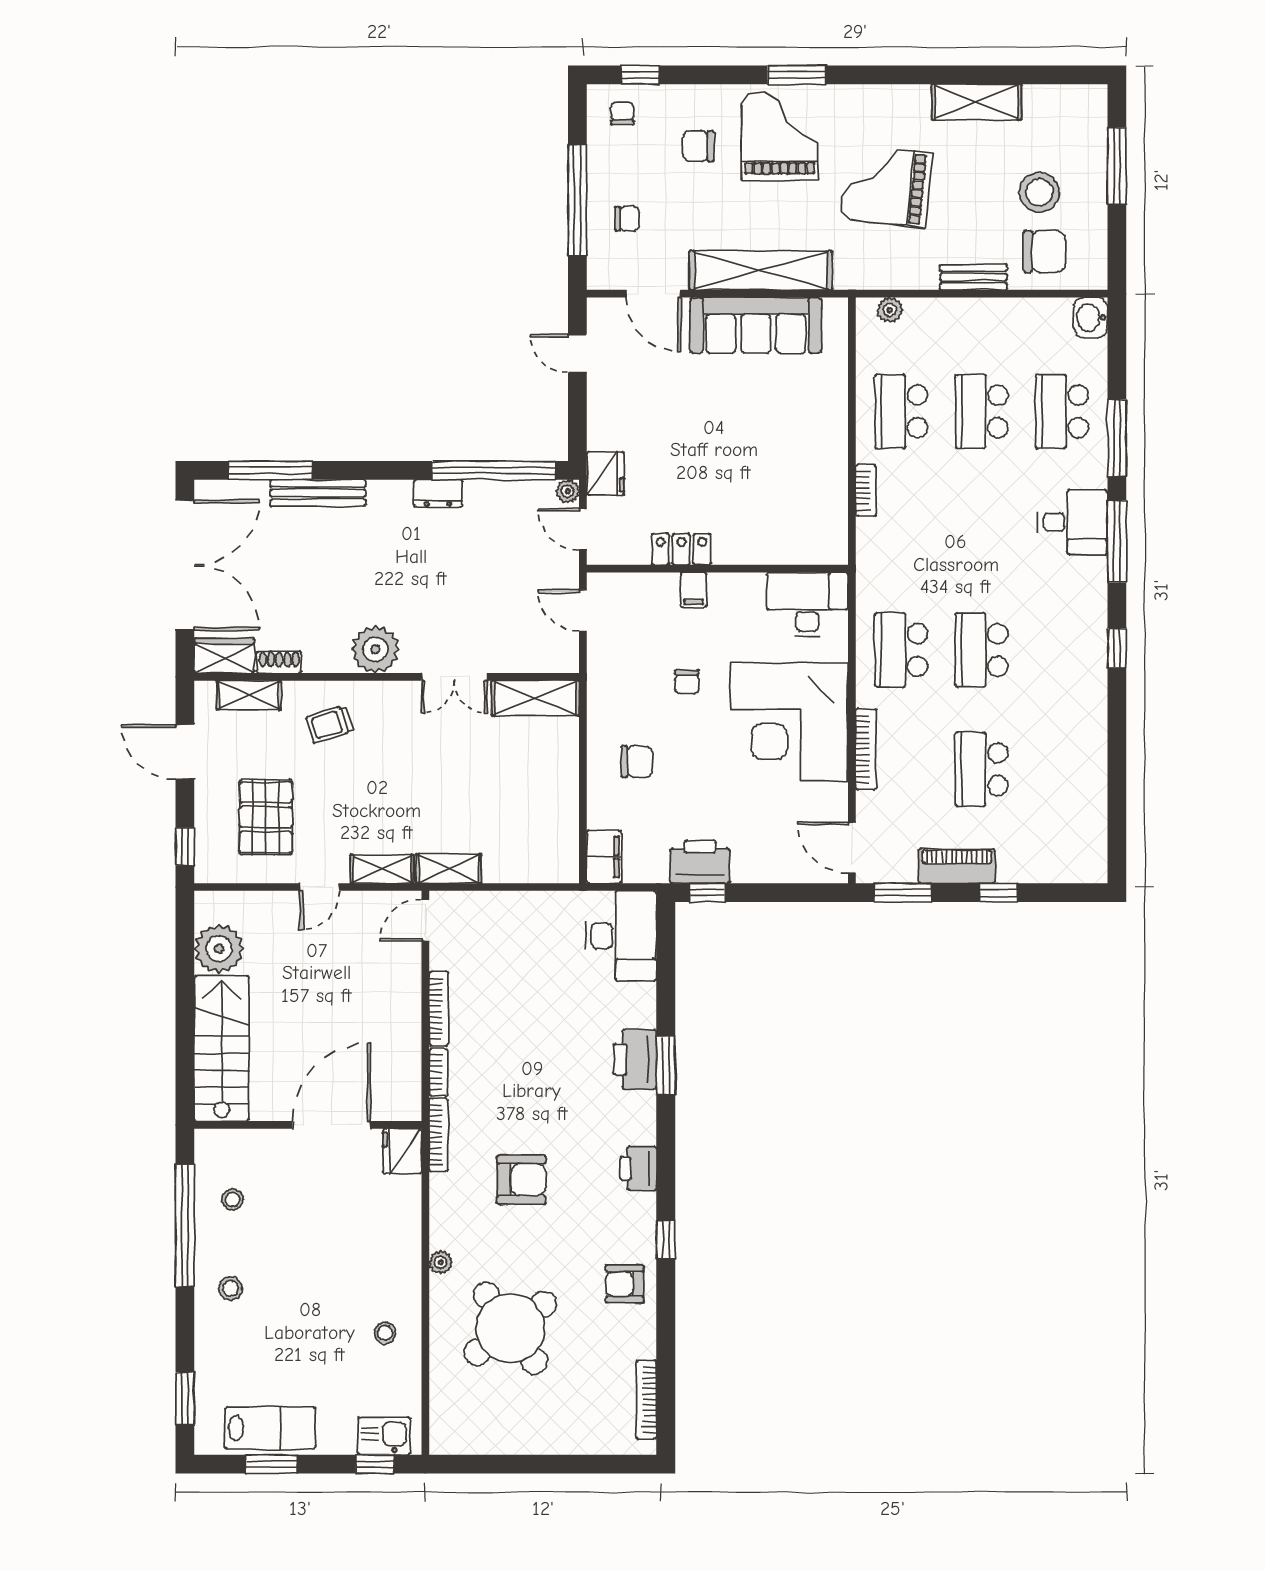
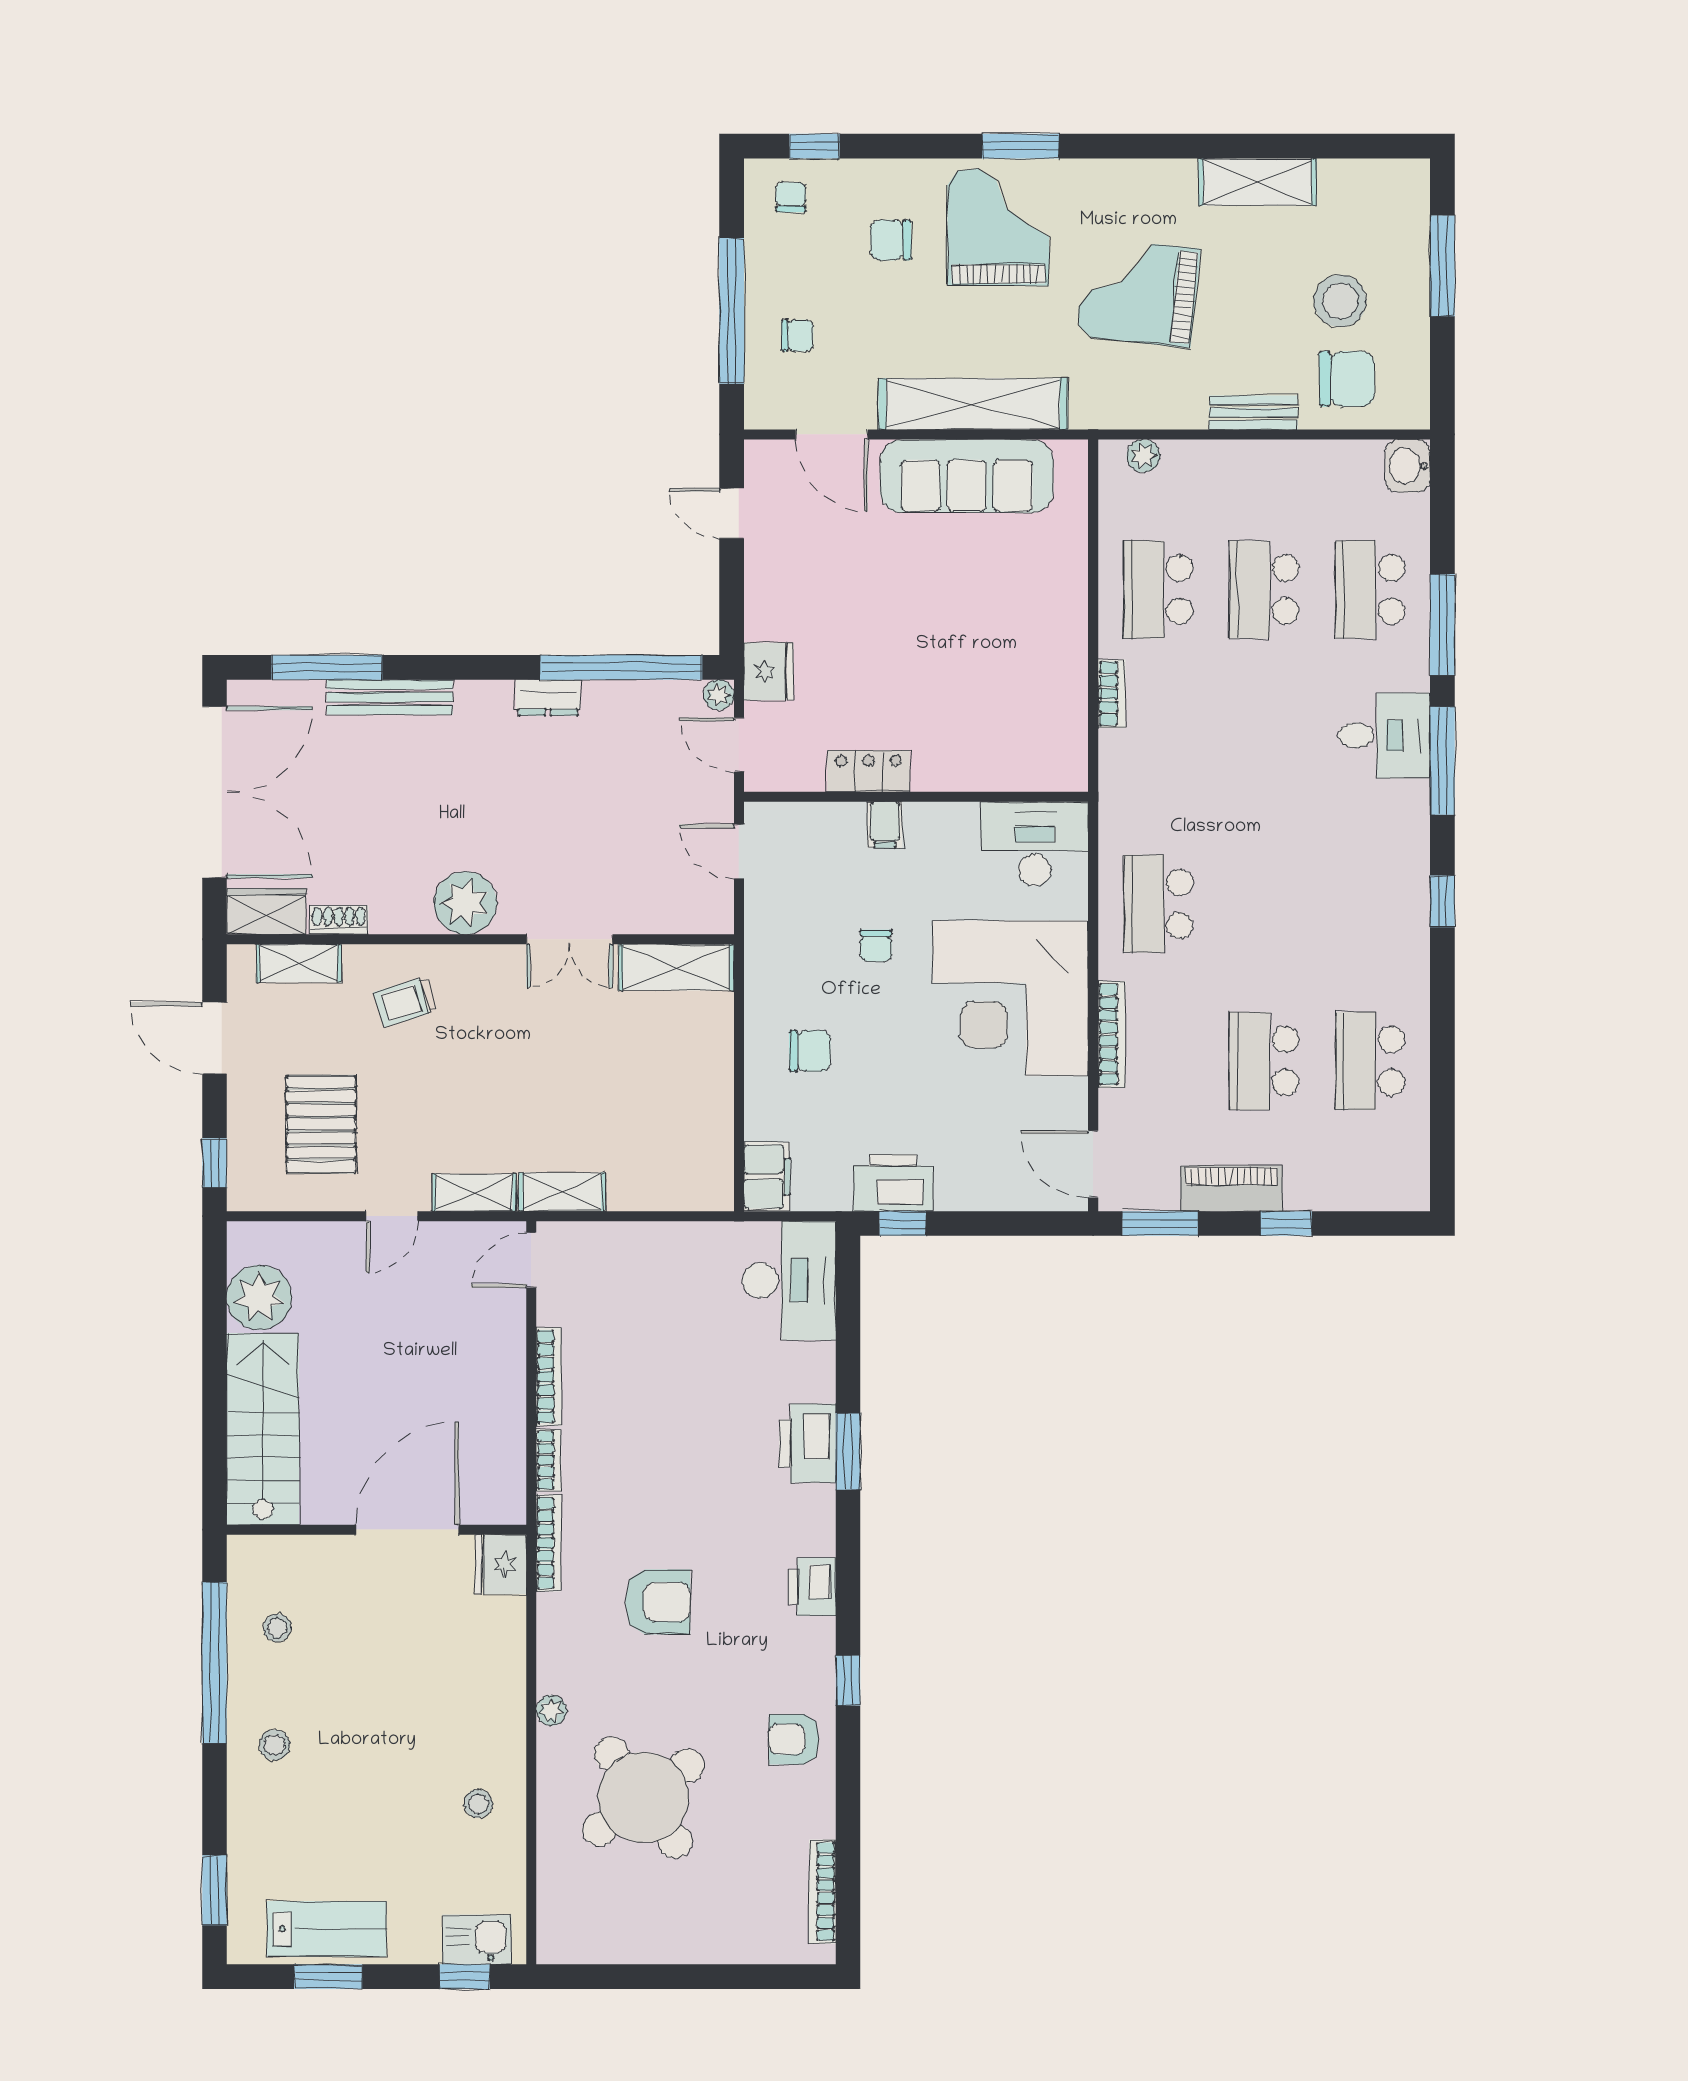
school desk: (982, 650) -> (1370, 1061), moved

